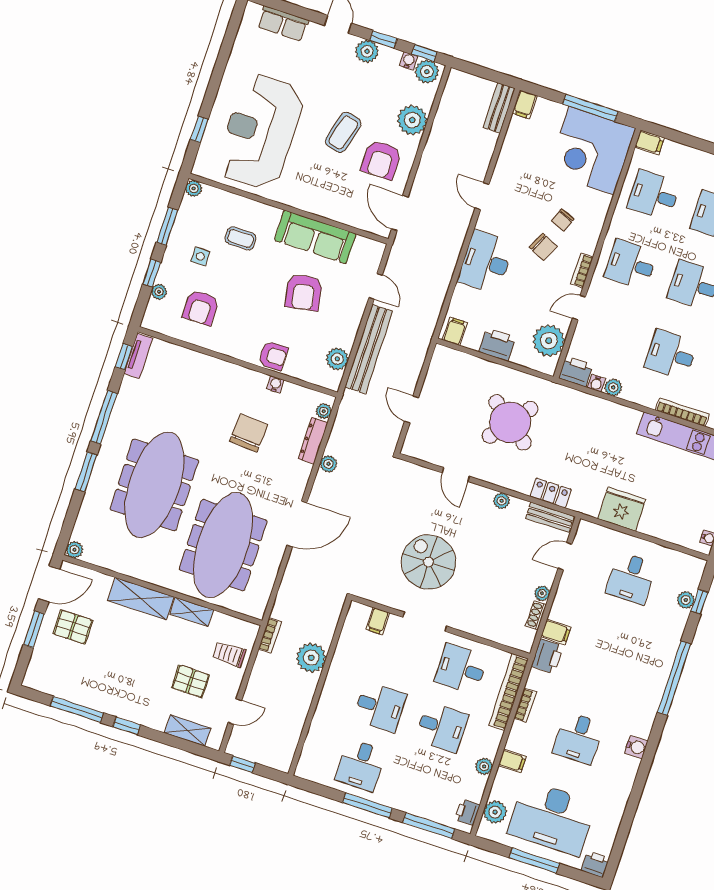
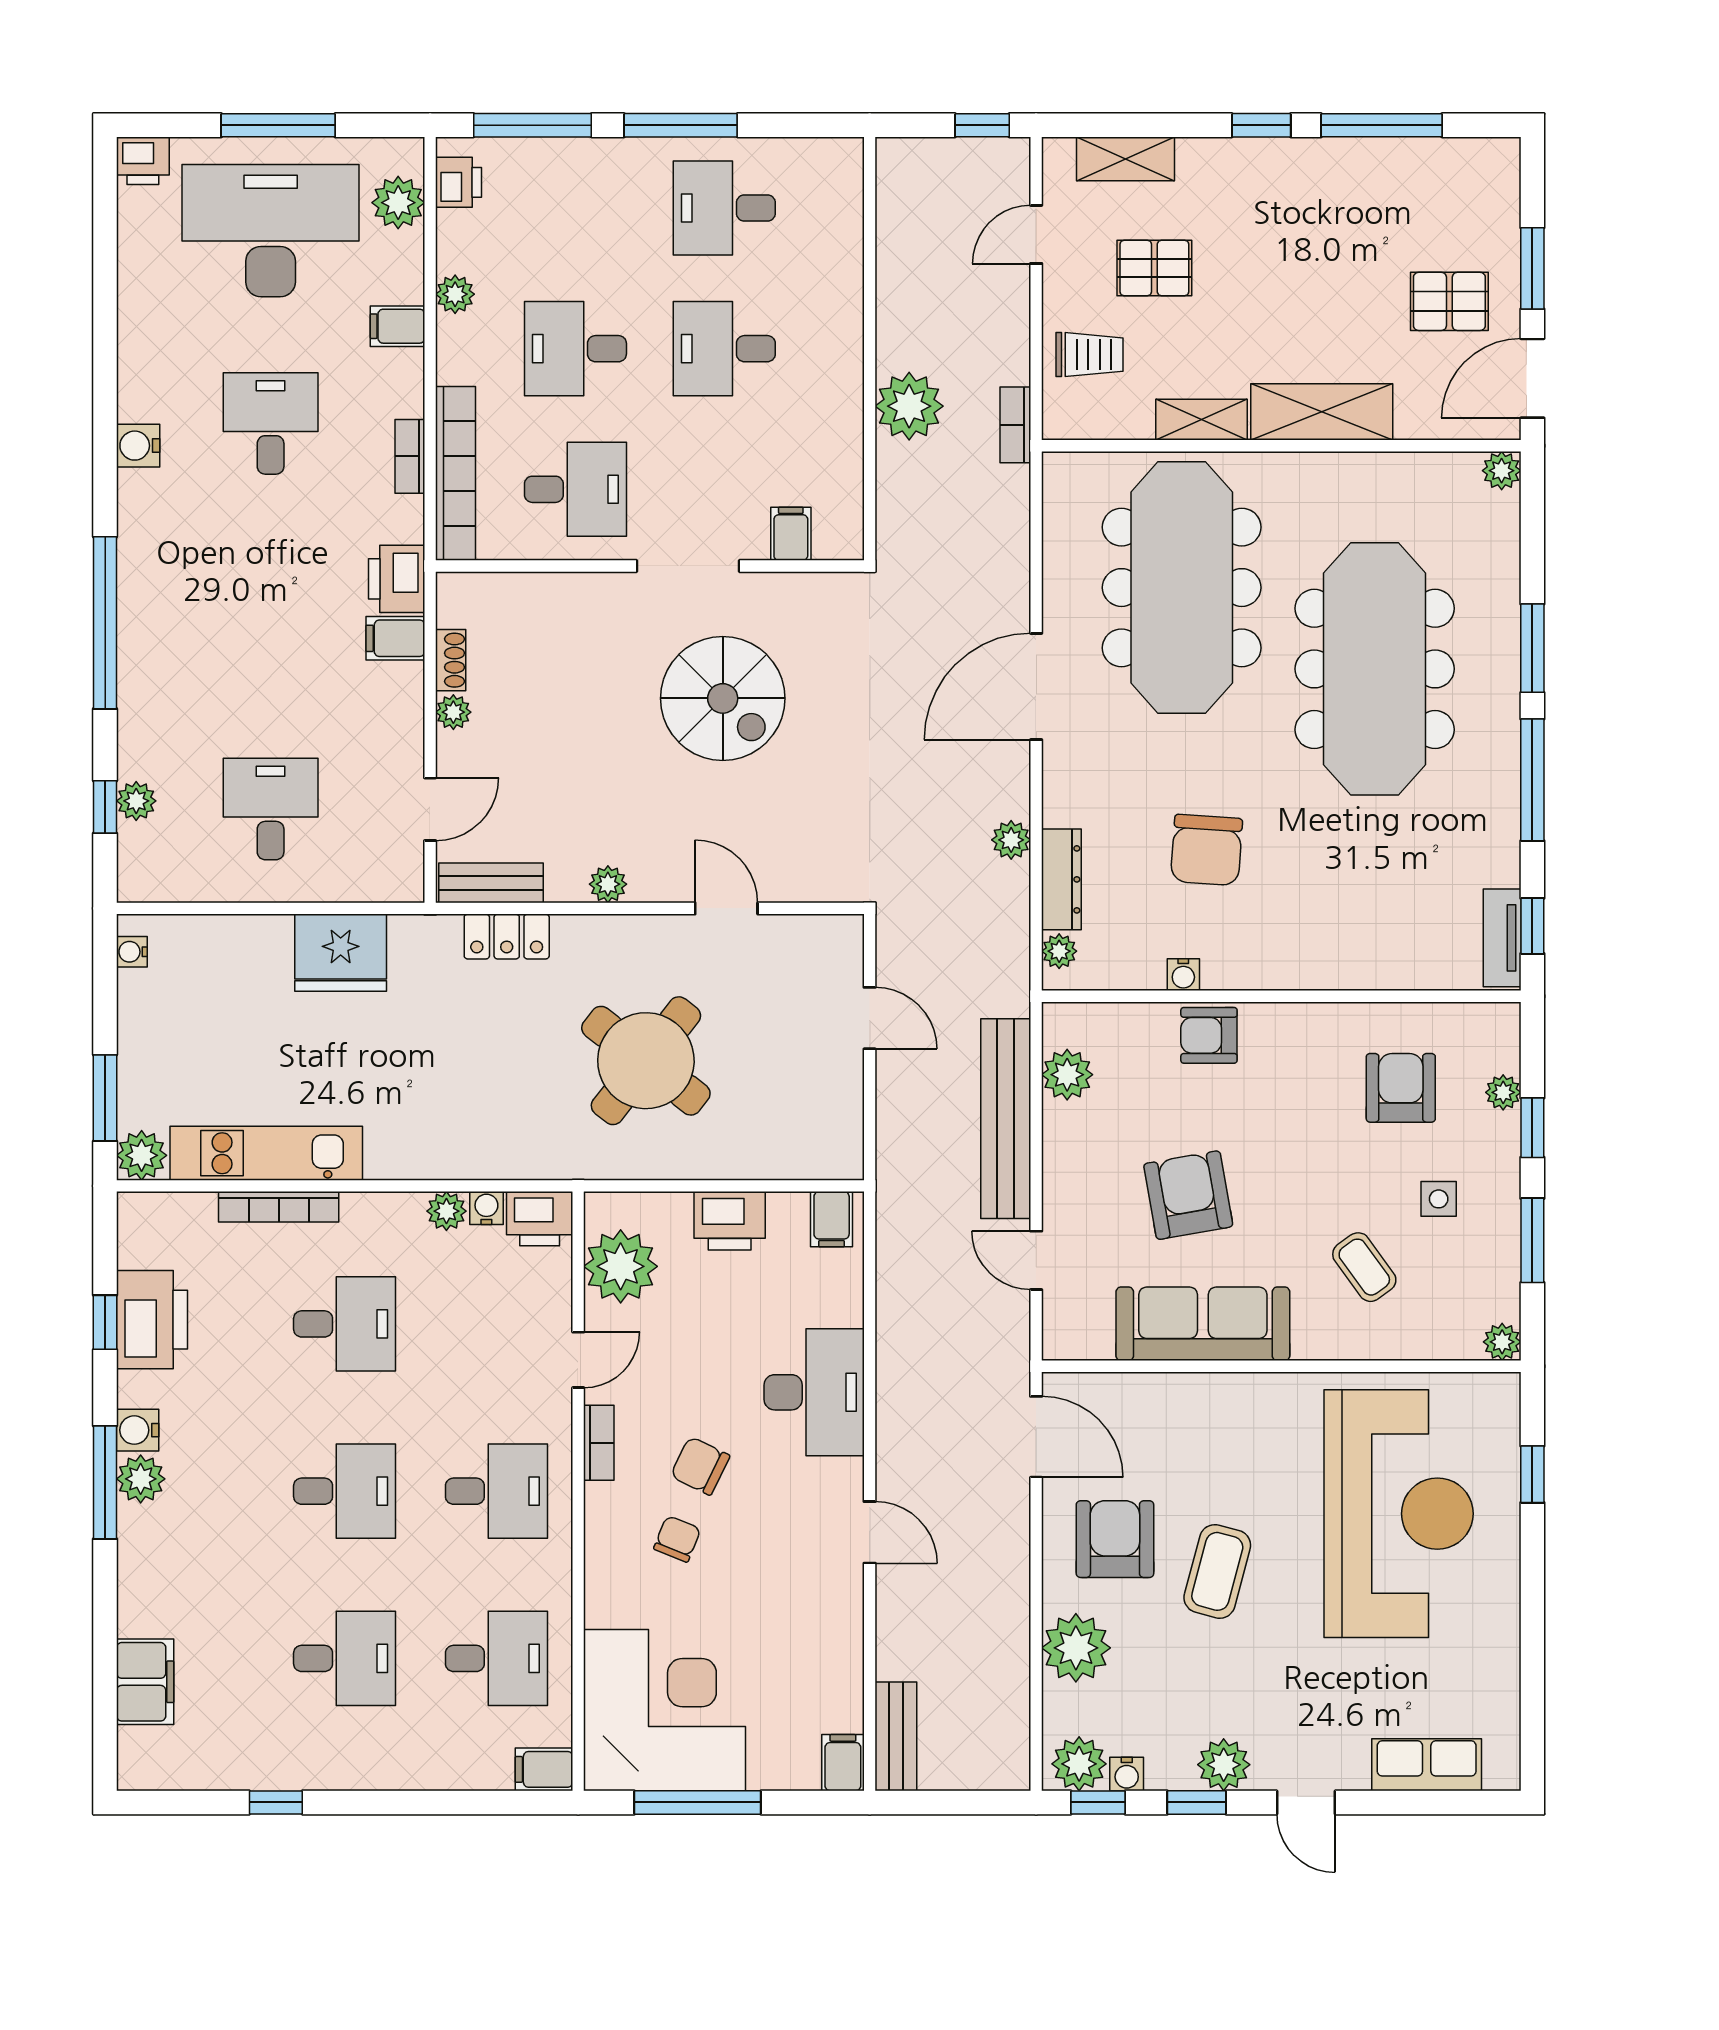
coffee table: (241, 238) -> (1364, 1267), turned 54
desk: (361, 765) -> (724, 208), turned -90

